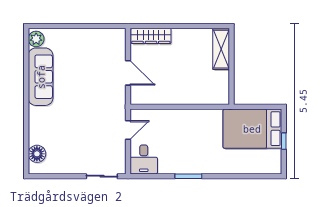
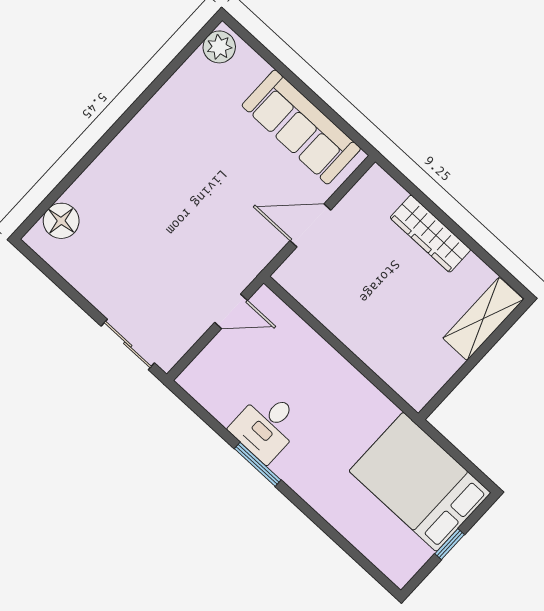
wardrobe: (151, 36) -> (430, 234), moved
door: (128, 73) -> (310, 225), swing flipped
sofa: (41, 77) -> (301, 127), moved, turned 90
desk: (144, 159) -> (267, 426), moved

